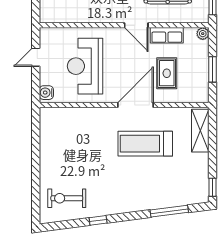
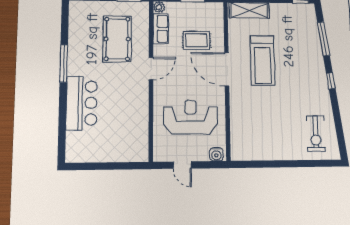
row of seats: (167, 35) -> (161, 29), moved
reception desk: (85, 66) -> (190, 117), turned 180
window: (98, 220) -> (331, 81), moved

